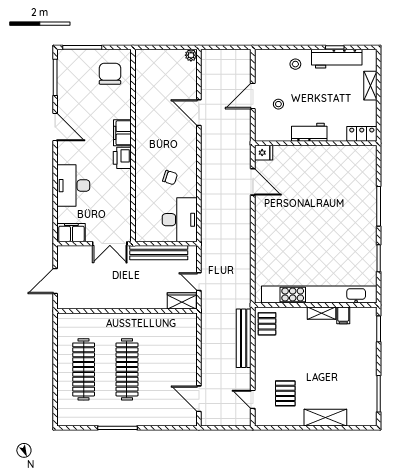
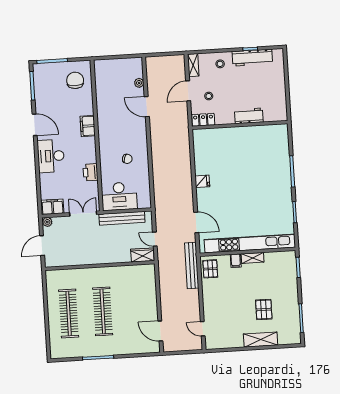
plant: (191, 55) -> (139, 83), moved
shelving: (370, 86) -> (193, 65), moved
workbench: (309, 132) -> (249, 116), moved
locker: (362, 134) -> (203, 120), moved
fridge: (264, 153) -> (202, 181), moved
printer: (122, 158) -> (90, 172), moved
door: (253, 182) -> (196, 222), moved
desk: (73, 186) -> (51, 156), moved
desk: (180, 220) -> (119, 196), moved, turned 90
double door: (110, 244) -> (83, 214), swing flipped
plant: (64, 252) -> (47, 222), added
filing cabinet: (343, 315) -> (236, 261), moved
bench: (244, 338) -> (192, 266), moved
pallet: (285, 393) -> (264, 309), moved

